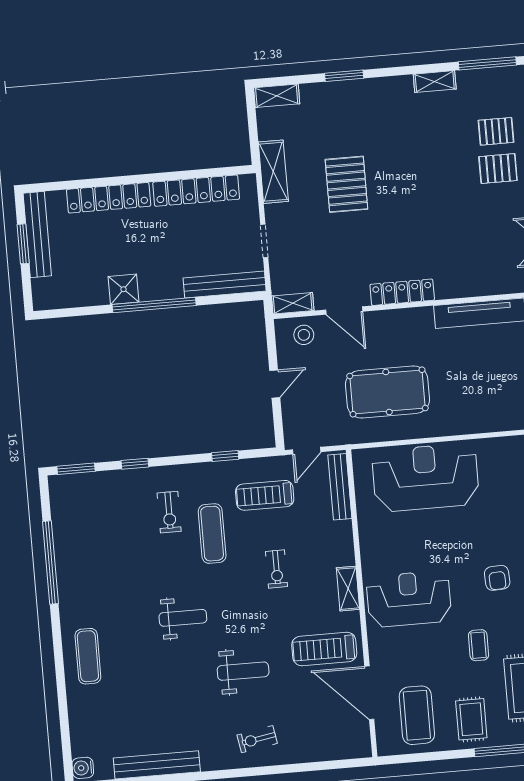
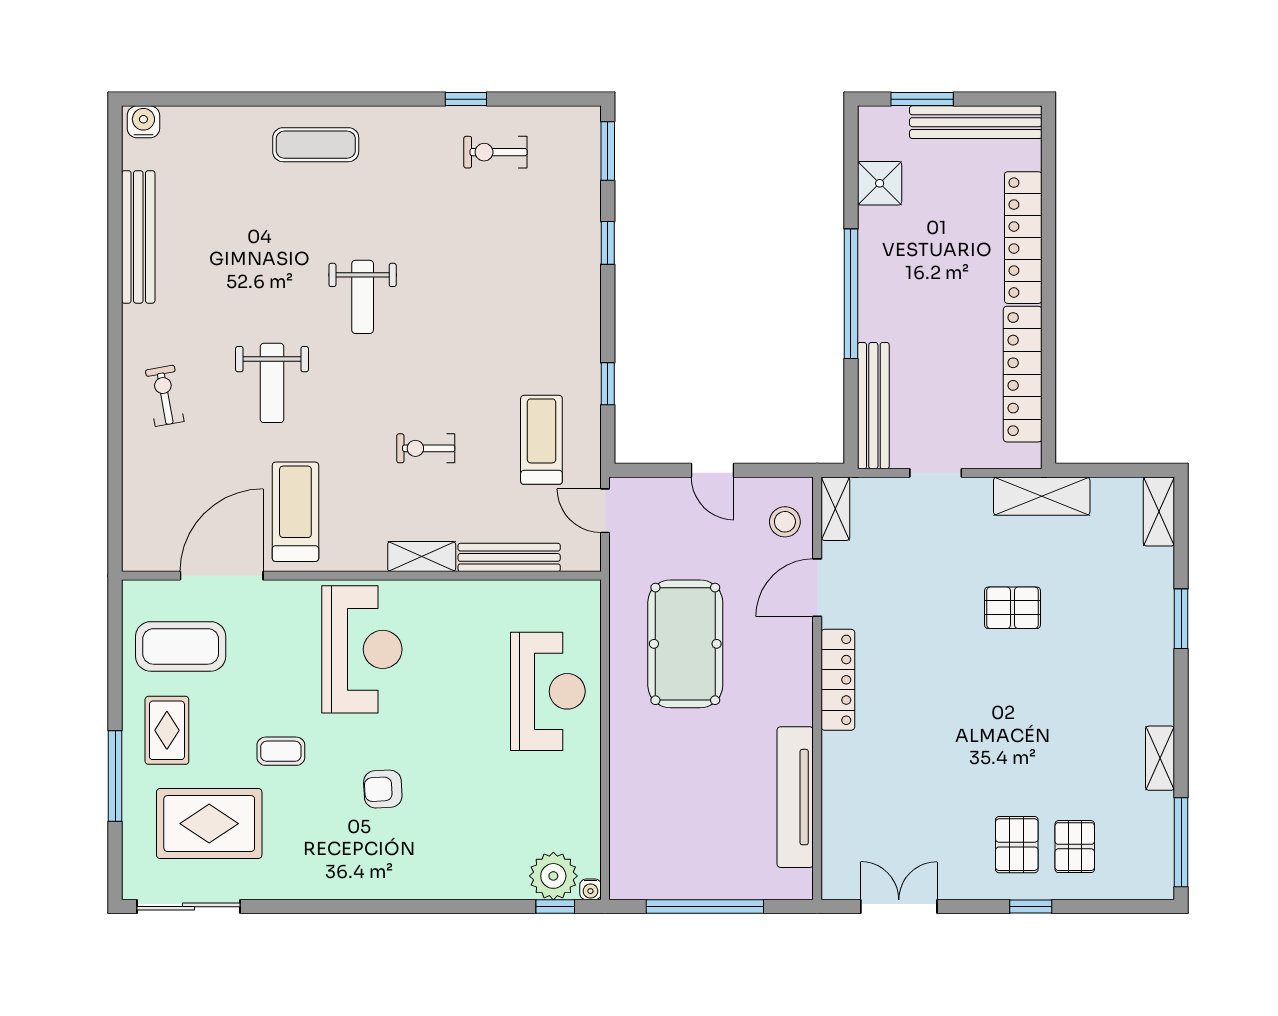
pallet: (346, 184) -> (1012, 608), width x0.67, depth x0.71
window: (23, 244) -> (922, 99), moved
shower: (123, 289) -> (880, 183), moved
reception desk: (425, 477) -> (548, 691), width x0.74, depth x0.77
bench: (340, 487) -> (509, 557), moved
exercise bike: (169, 512) -> (495, 152), moved
exercise mat: (212, 534) -> (489, 353), removed
window: (50, 562) -> (466, 99), width x0.32
shelving: (348, 589) -> (422, 557), moved
rug: (471, 719) -> (167, 730), turned 90

